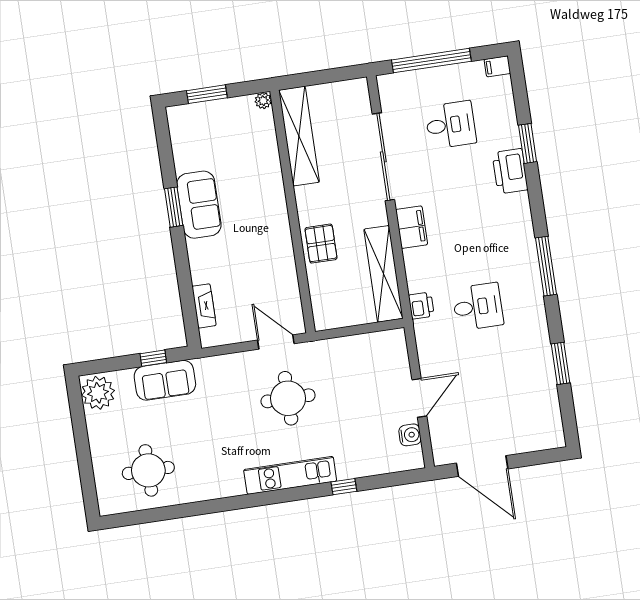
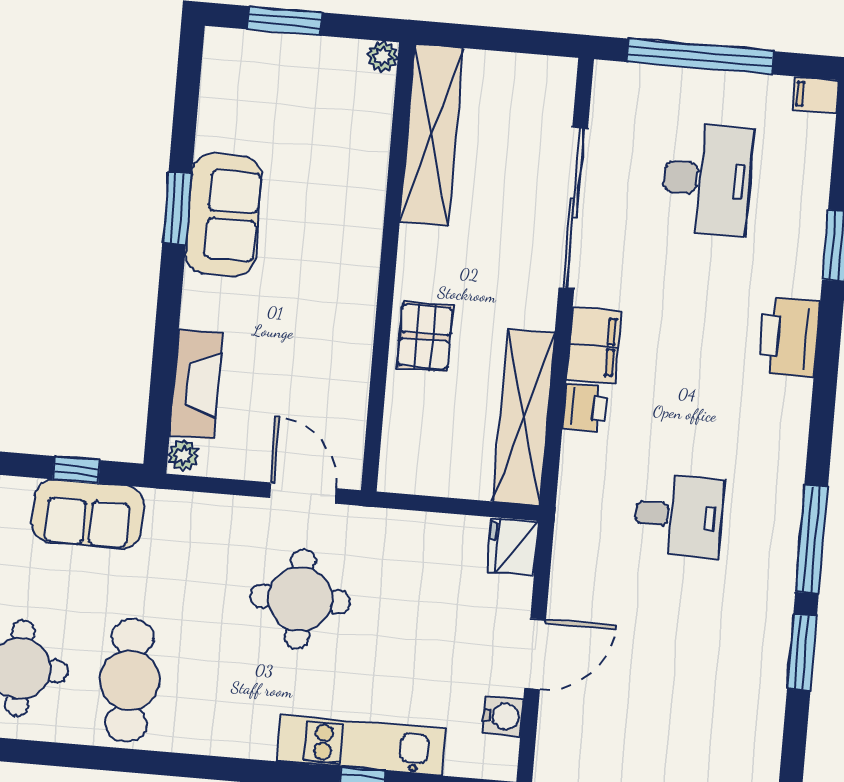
desk: (451, 125) -> (707, 179), width x1.37
printer: (510, 171) -> (789, 337), moved
window: (546, 266) -> (812, 539), moved
fireplace: (204, 306) -> (196, 384), width x1.37, depth x1.32
printer: (421, 306) -> (585, 408), moved
plant: (208, 337) -> (183, 455), added
fridge: (394, 344) -> (513, 547), added
cafe table: (208, 463) -> (130, 680), added
kitchen unit: (290, 475) -> (361, 745), moved

